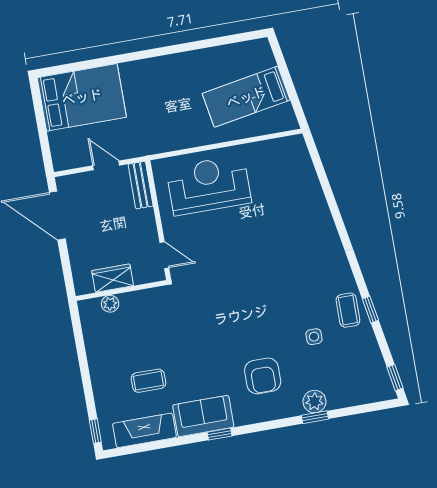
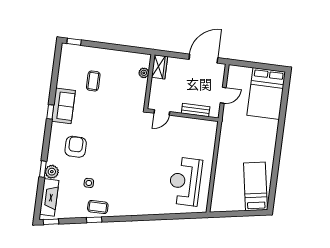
bed: (246, 97) -> (255, 186), moved
bench: (141, 185) -> (196, 110), moved
reception desk: (209, 185) -> (185, 181), moved, turned 180
wardrobe: (113, 278) -> (159, 67), moved
armchair: (263, 376) -> (76, 147), turned 90
fireplace: (144, 430) -> (49, 197), moved

